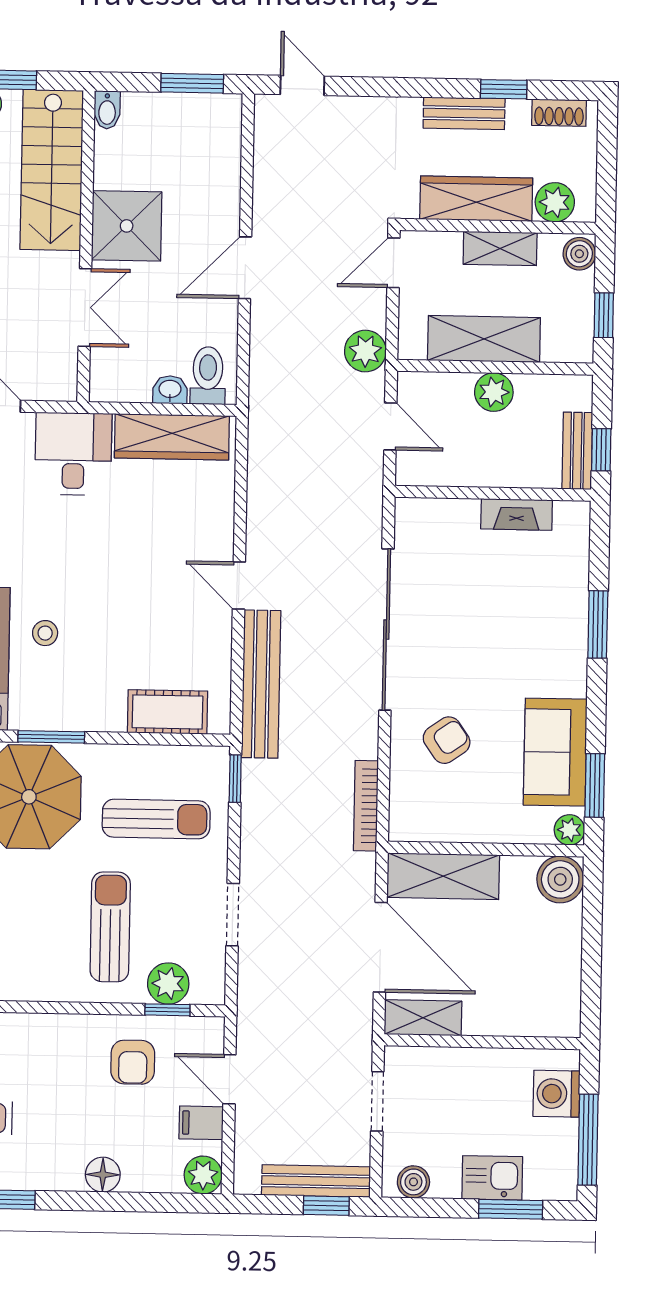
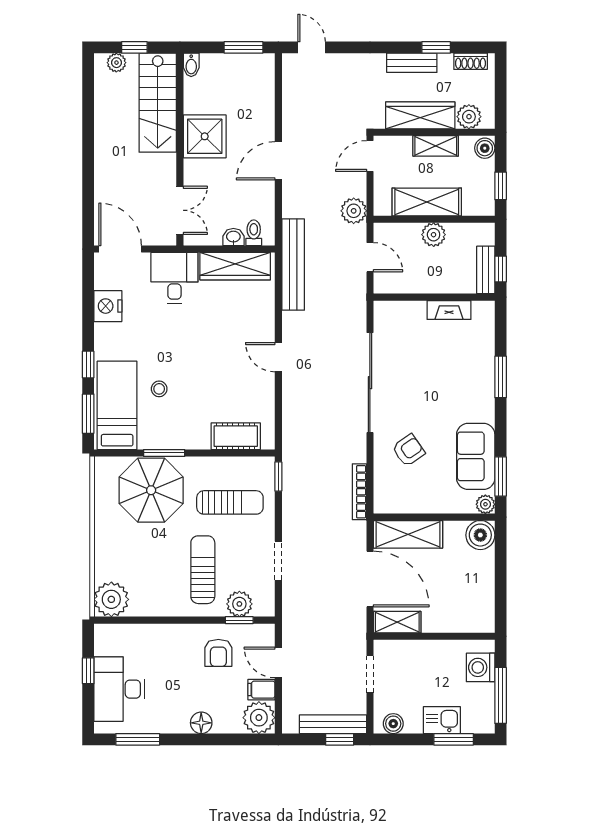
double door: (85, 308) -> (180, 210), moved
toilet: (208, 376) -> (254, 233), width x0.73, depth x0.72
bench: (261, 684) -> (293, 265), moved
plant: (203, 1175) -> (259, 718), width x1.36, depth x1.36

